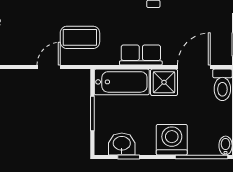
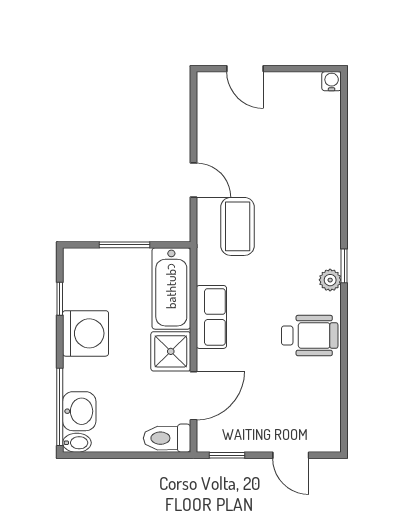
door: (194, 67) -> (193, 396), hinge flipped
washing machine: (172, 140) -> (86, 333), moved
washbasin: (122, 144) -> (79, 411), moved

